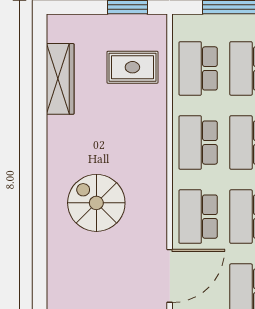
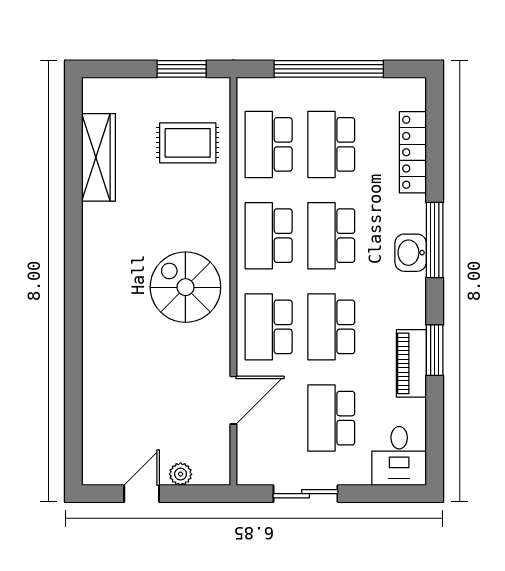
spiral stairs: (96, 203) -> (185, 287), moved
door: (170, 276) -> (233, 400), width x0.73

